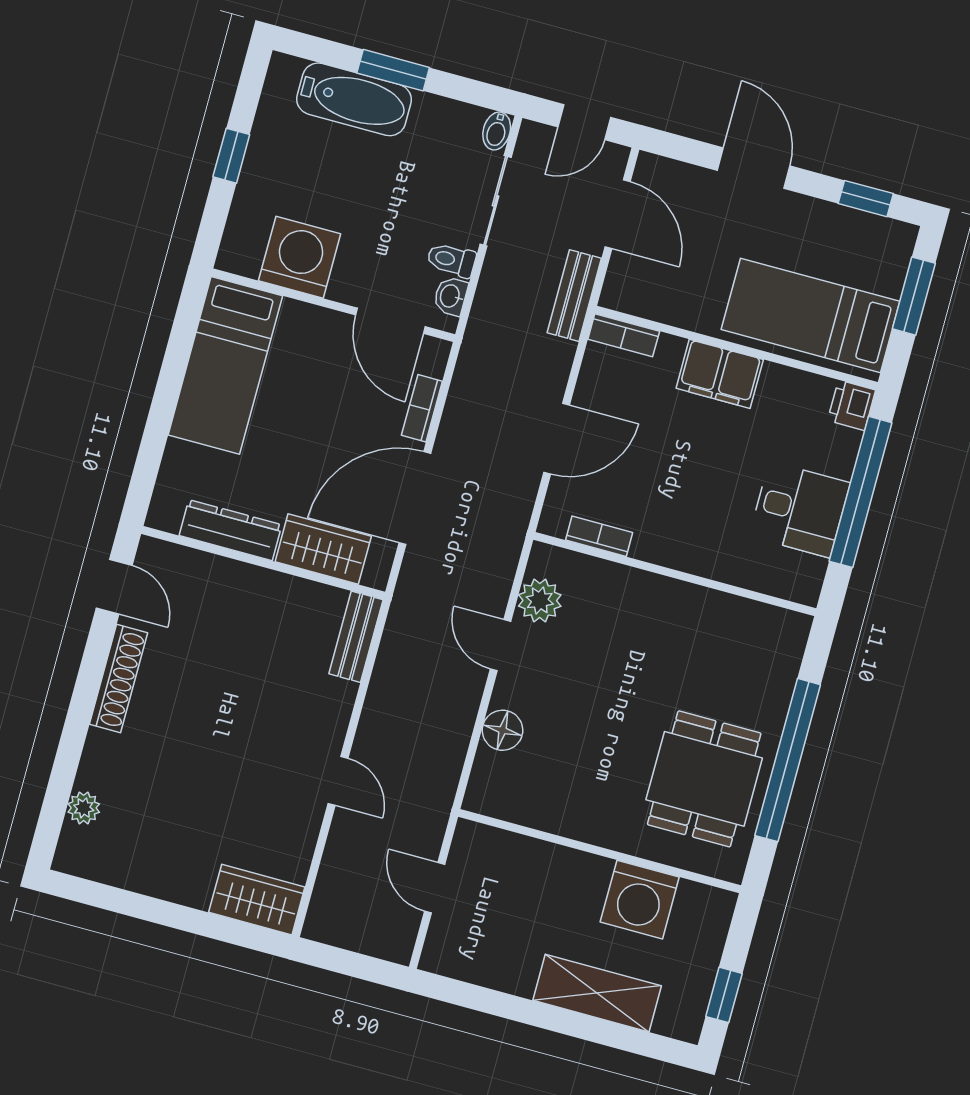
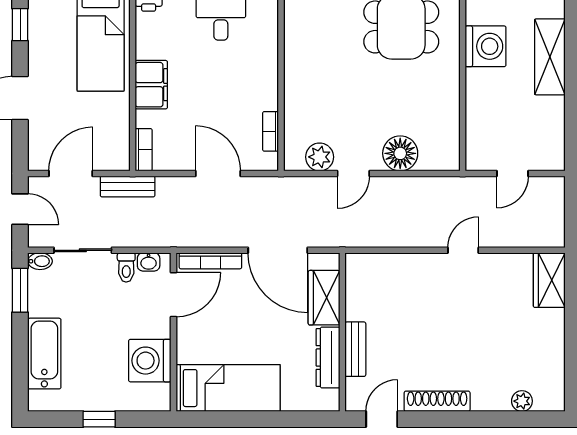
window: (393, 70) -> (20, 290), moved
bookcase: (422, 408) -> (210, 261), width x1.56
bench: (356, 637) -> (355, 349), moved, turned 90
floor lamp: (502, 730) -> (400, 153), width x1.38, depth x1.38

